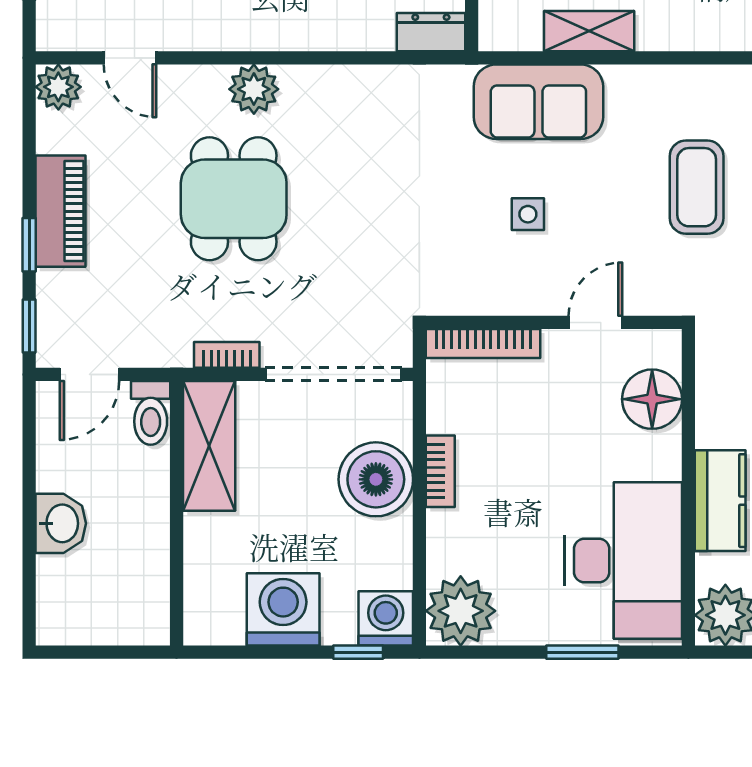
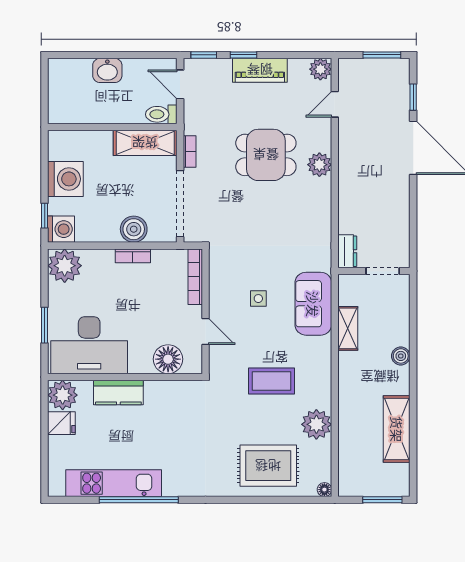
boiler: (376, 479) -> (134, 229), width x0.73, depth x0.73

